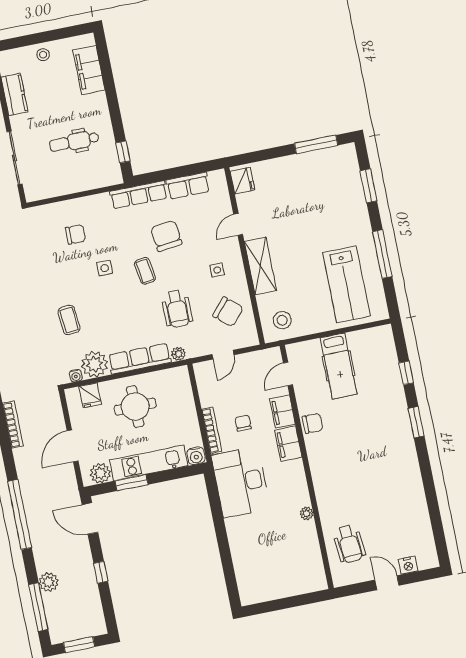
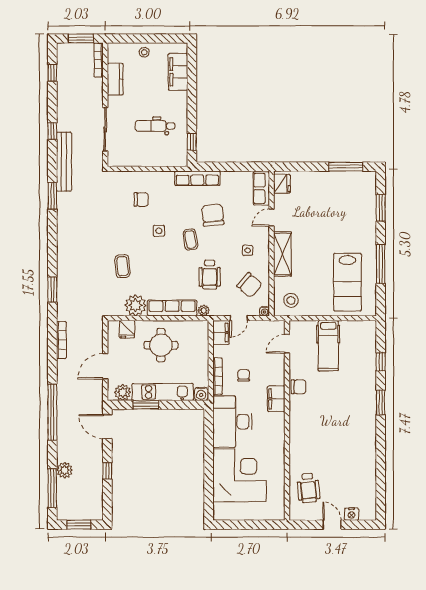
row of seats: (188, 186) -> (261, 188), moved, turned 90
water cooler: (76, 376) -> (265, 311), moved
filing cabinet: (283, 412) -> (221, 332), moved, turned 180
plant: (307, 513) -> (279, 457), removed
corner desk: (263, 545) -> (240, 475), added

